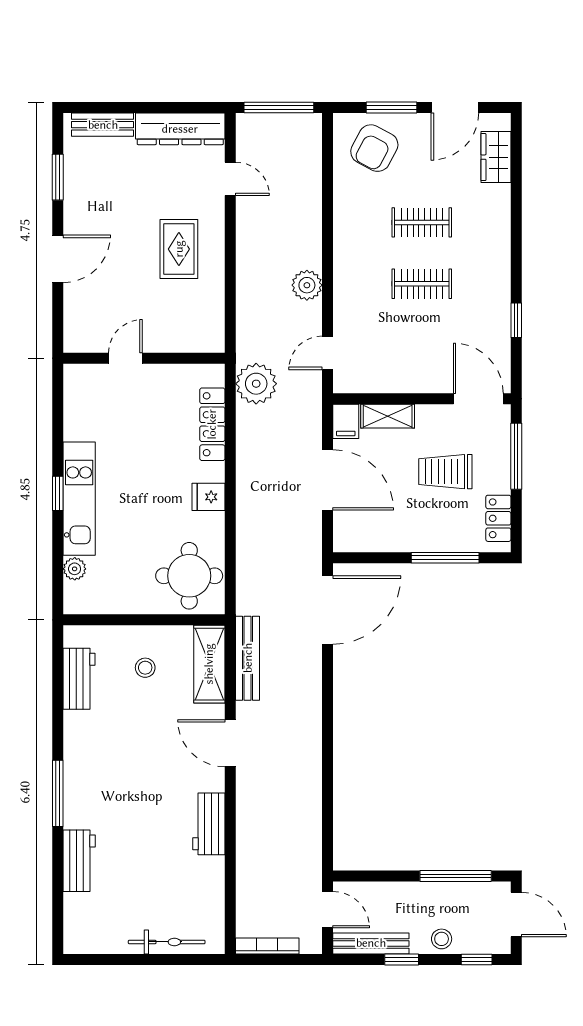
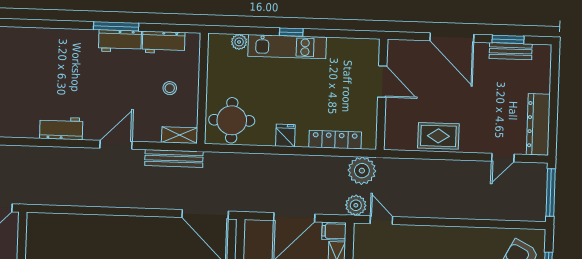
bench: (103, 125) -> (511, 51), moved, turned 90
rug: (179, 249) -> (438, 136), moved
door: (58, 259) -> (452, 37), width x1.36
plant: (307, 285) -> (356, 205), moved
door: (125, 358) -> (382, 82), width x1.38
shelving: (209, 664) -> (180, 135), width x0.67, depth x0.75
window: (58, 793) -> (116, 26), moved
workbench: (79, 861) -> (120, 41), moved

